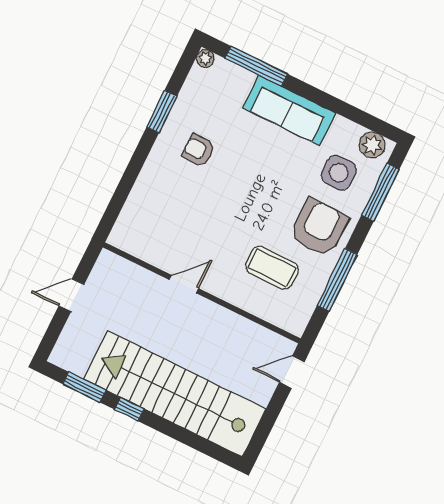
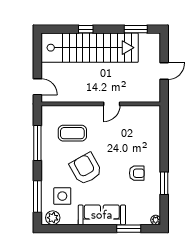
window: (256, 66) -> (129, 229), width x0.69
armchair: (319, 227) -> (86, 169), moved, turned 150
door: (292, 372) -> (37, 87), hinge flipped
window: (129, 409) -> (86, 29), moved

